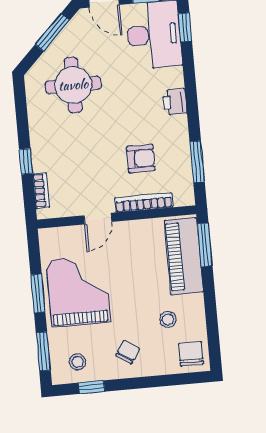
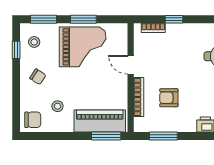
armchair: (141, 159) -> (169, 98), turned 90

